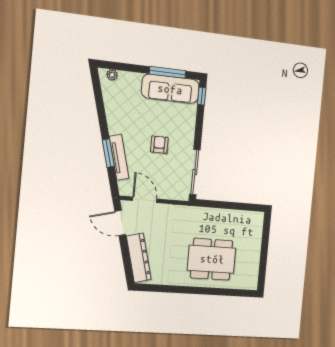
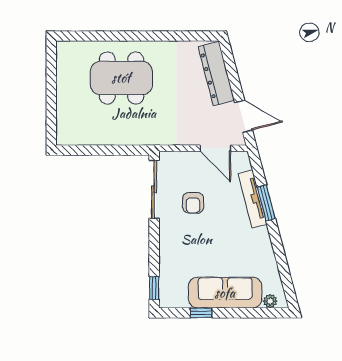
window: (167, 72) -> (201, 313), width x0.46
sofa: (170, 89) -> (225, 293), moved
armchair: (159, 145) -> (193, 203), moved

